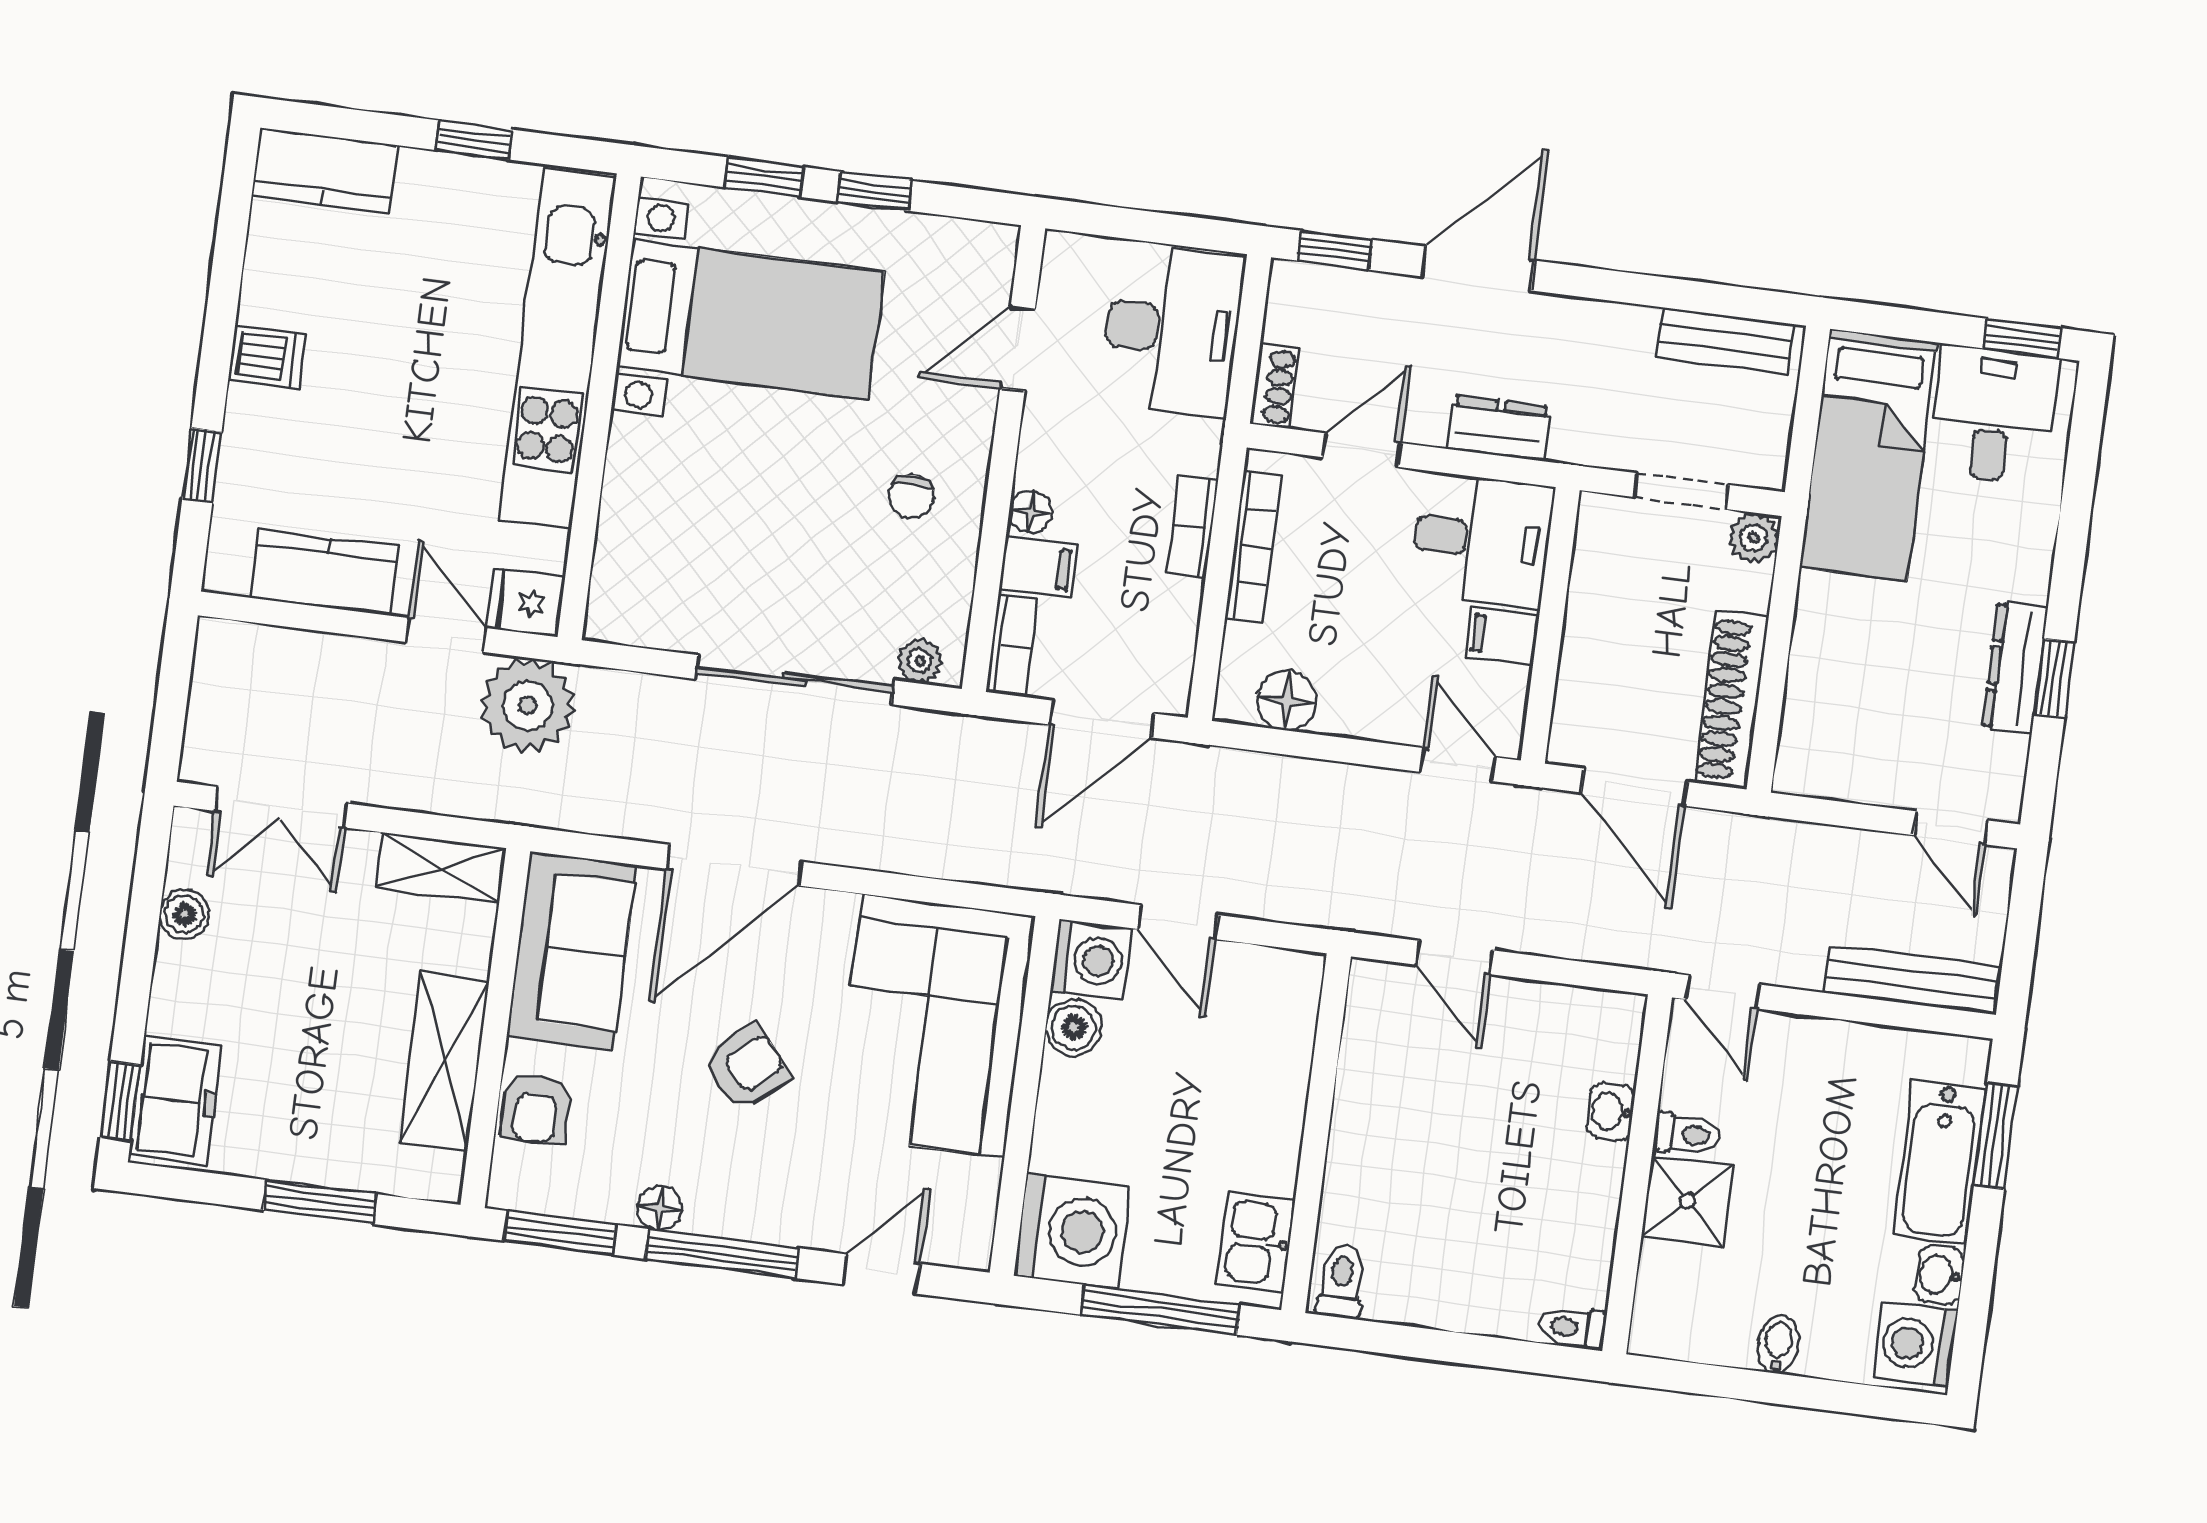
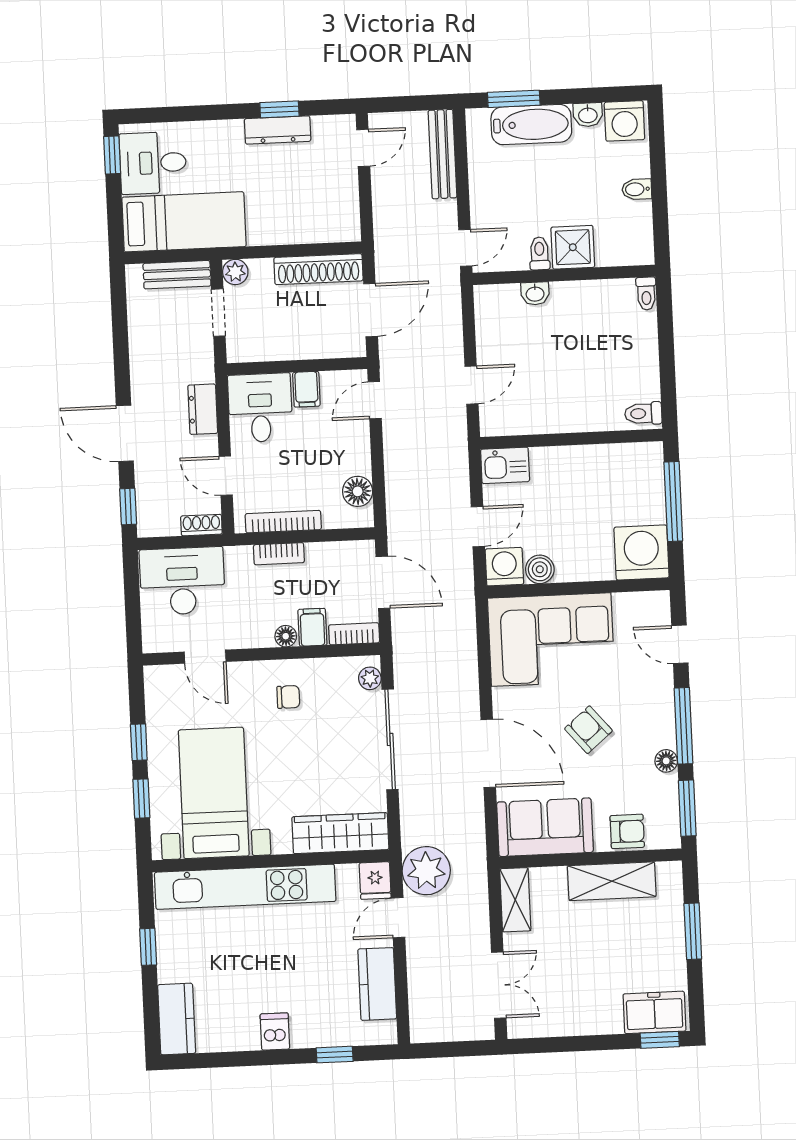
bench: (1725, 341) -> (177, 275), moved, turned 90
wardrobe: (629, 551) -> (340, 833), added
boiler: (184, 914) -> (561, 1024), removed
kitchen sink: (1256, 1242) -> (505, 465), moved

